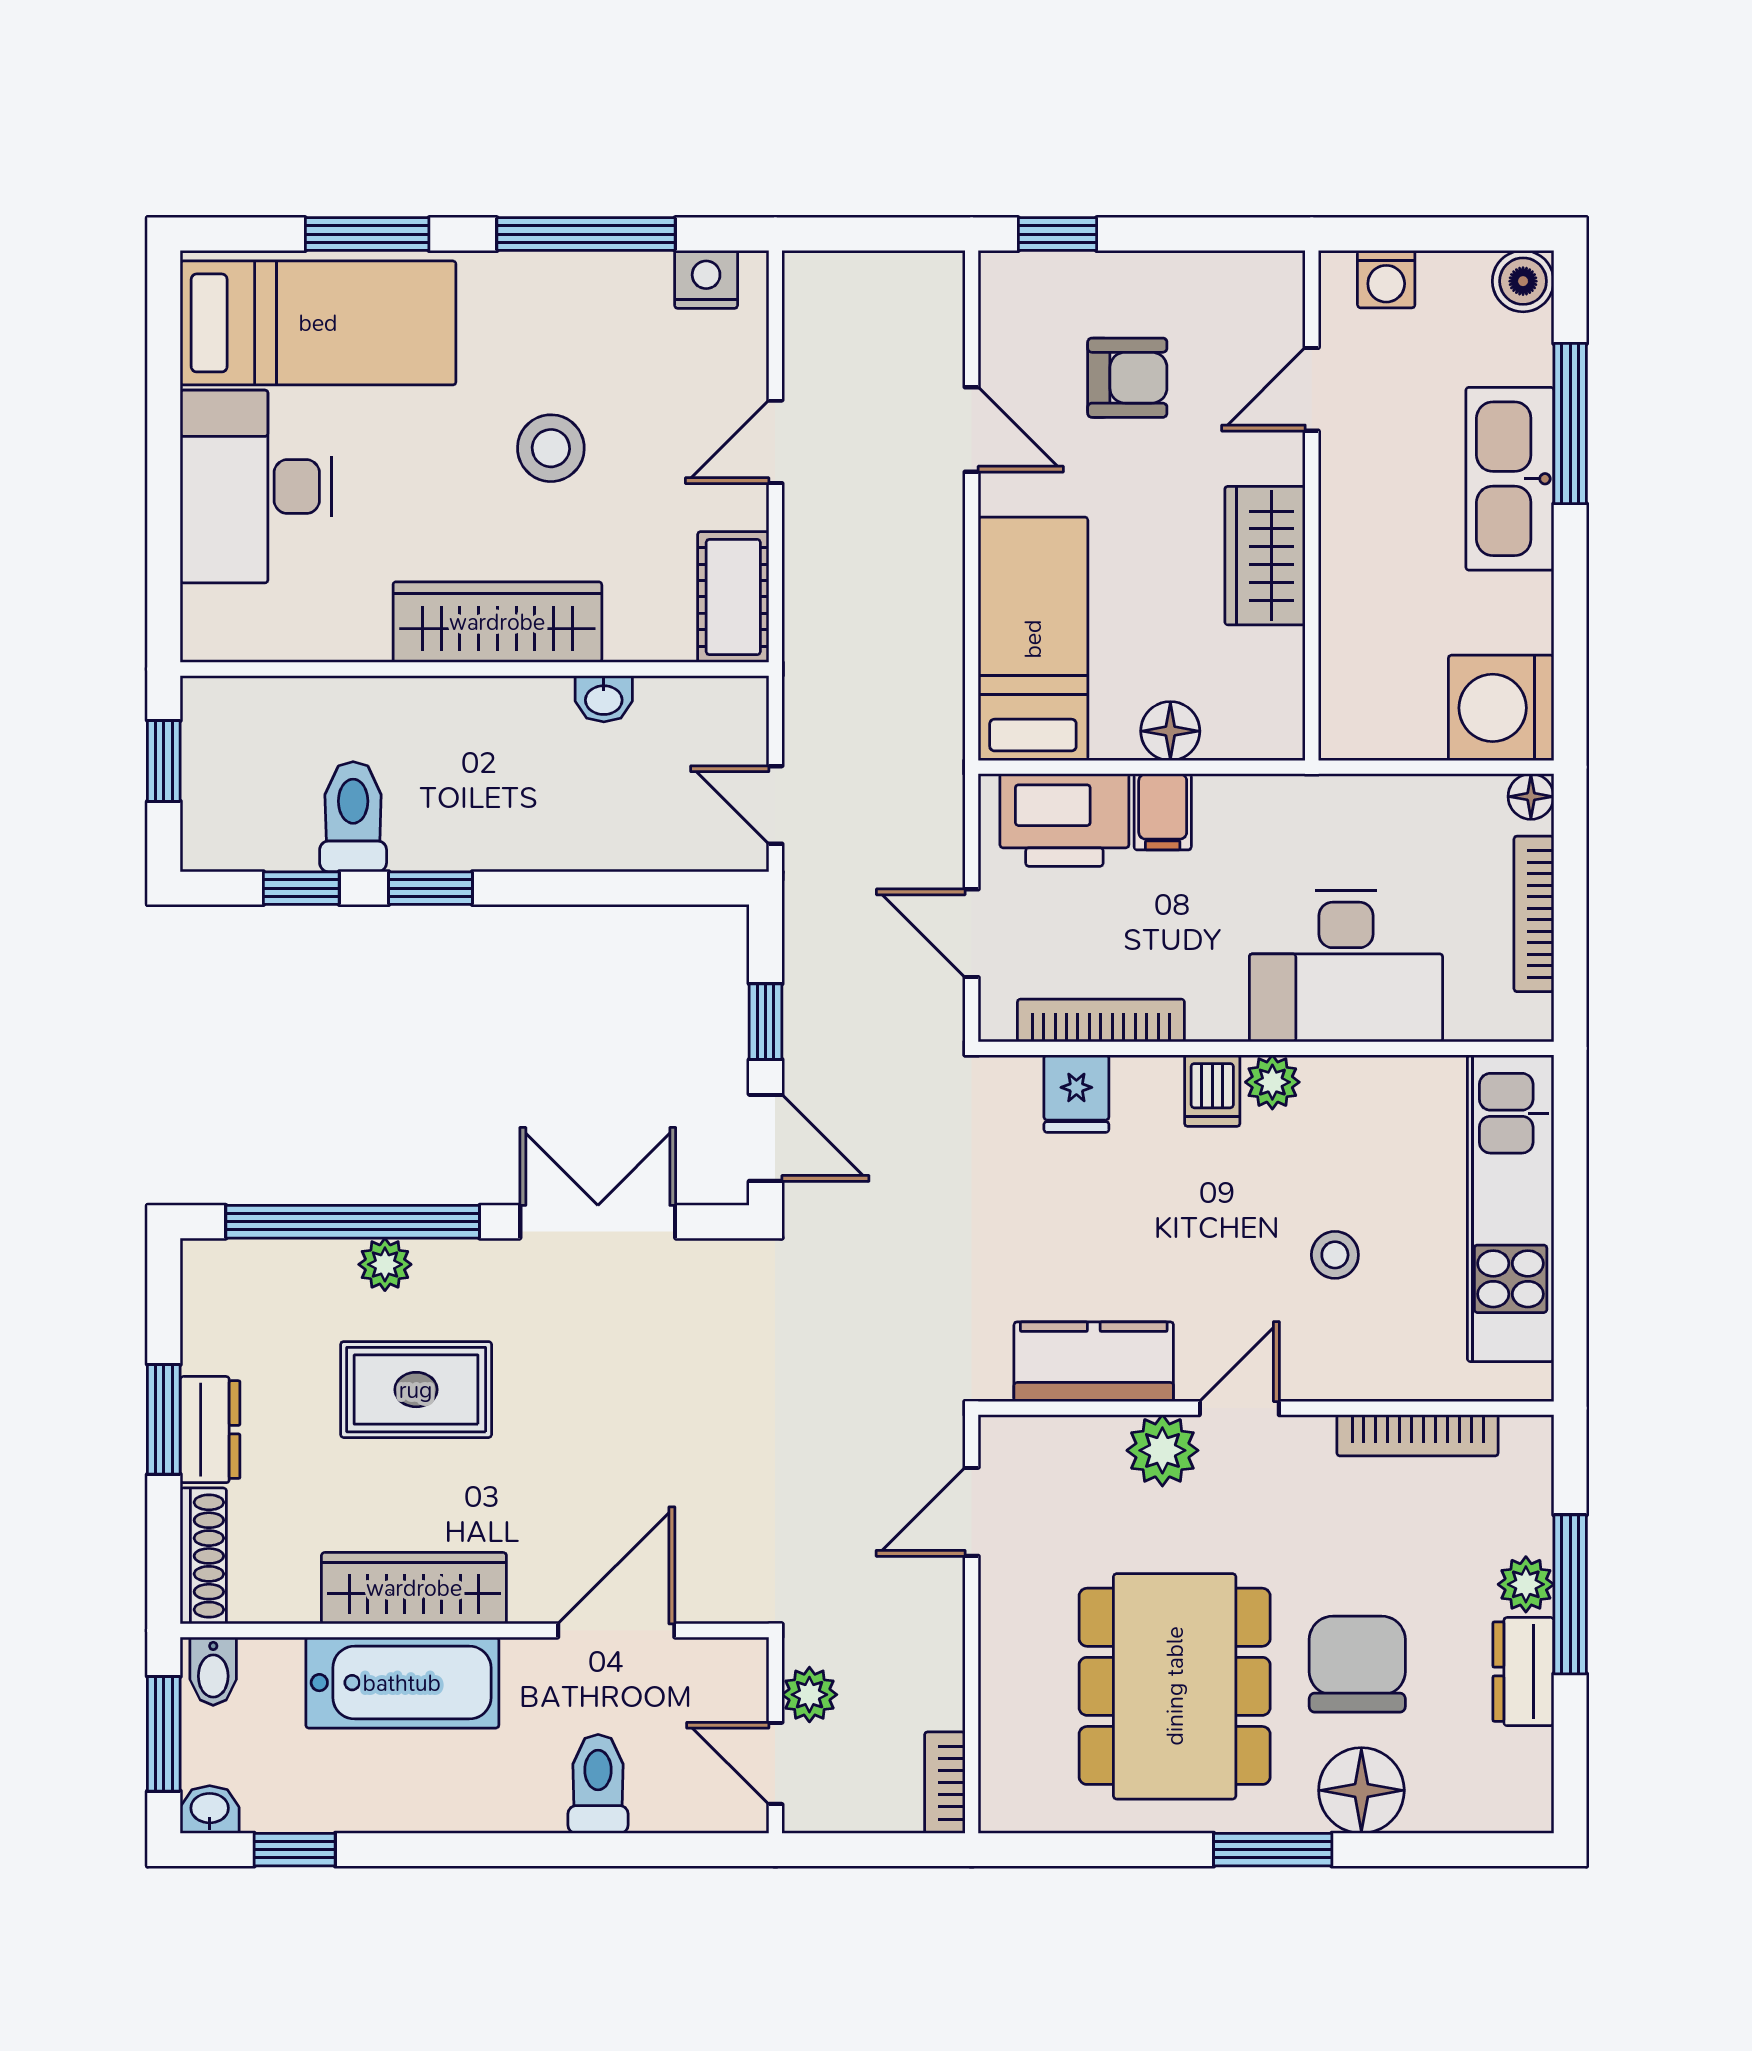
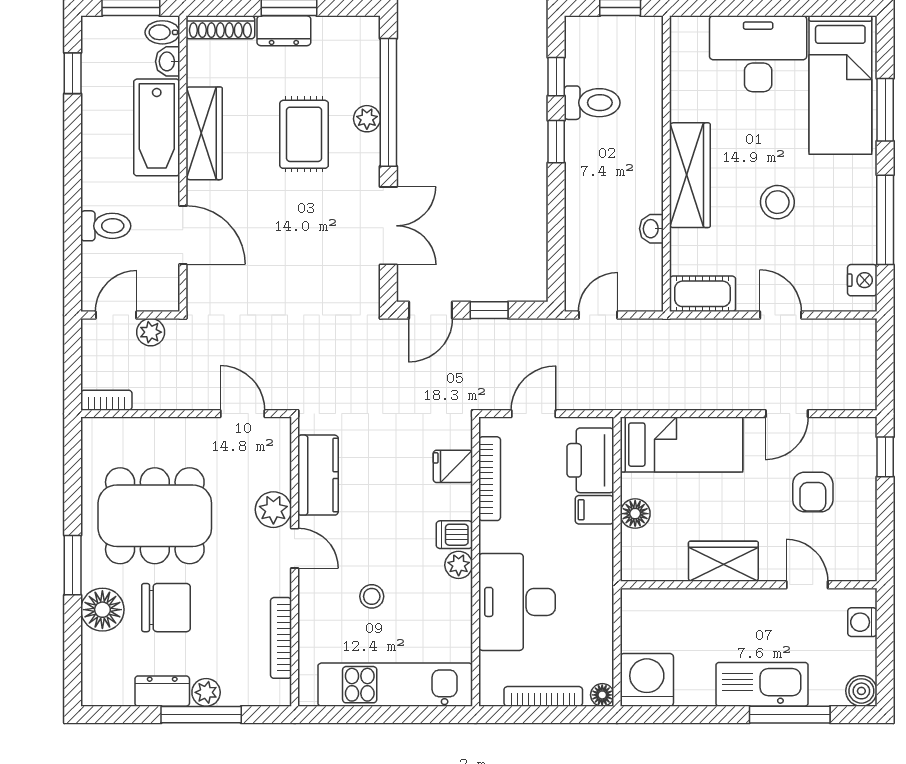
washbasin: (210, 1810) -> (168, 61), moved, turned 180

